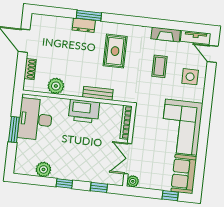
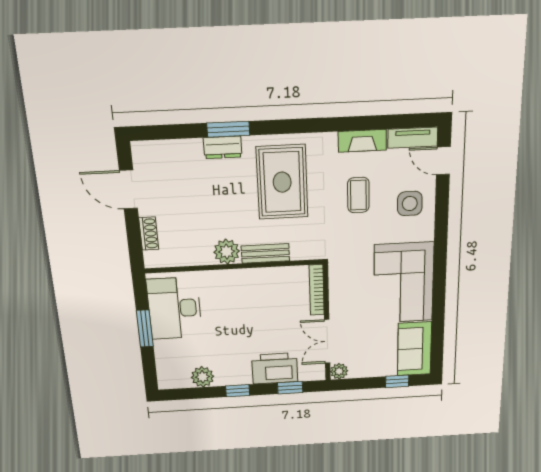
rug: (115, 51) -> (282, 182), width x1.36, depth x1.43
plant: (56, 86) -> (227, 252), moved
printer: (84, 111) -> (275, 368), moved, turned 180

